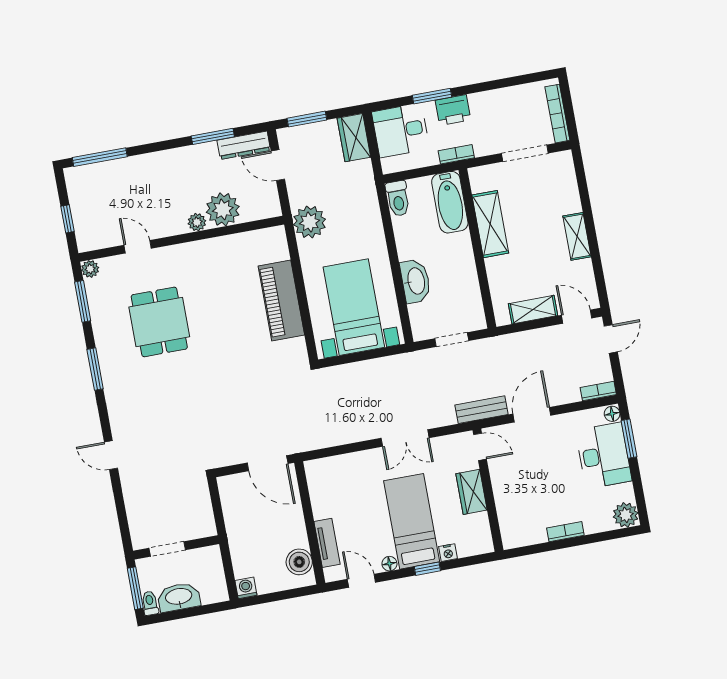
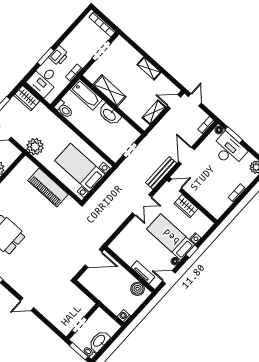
washbasin: (415, 281) -> (110, 115), moved, turned 180
bench: (481, 410) -> (161, 173), width x1.36

